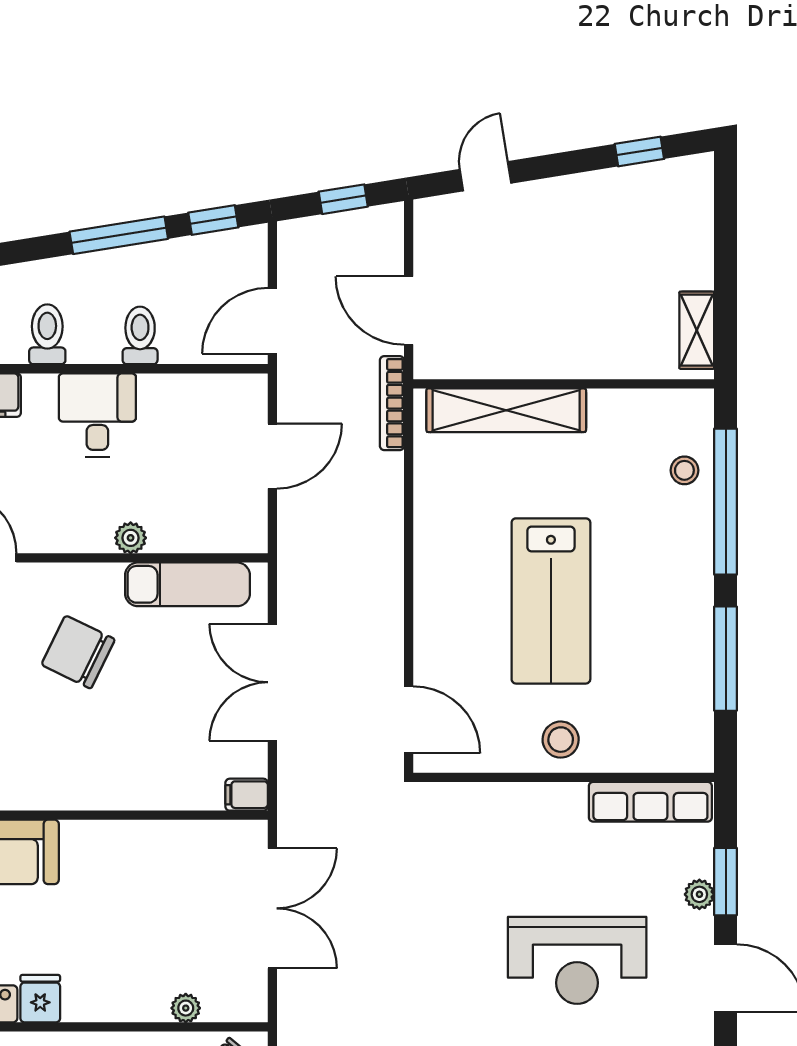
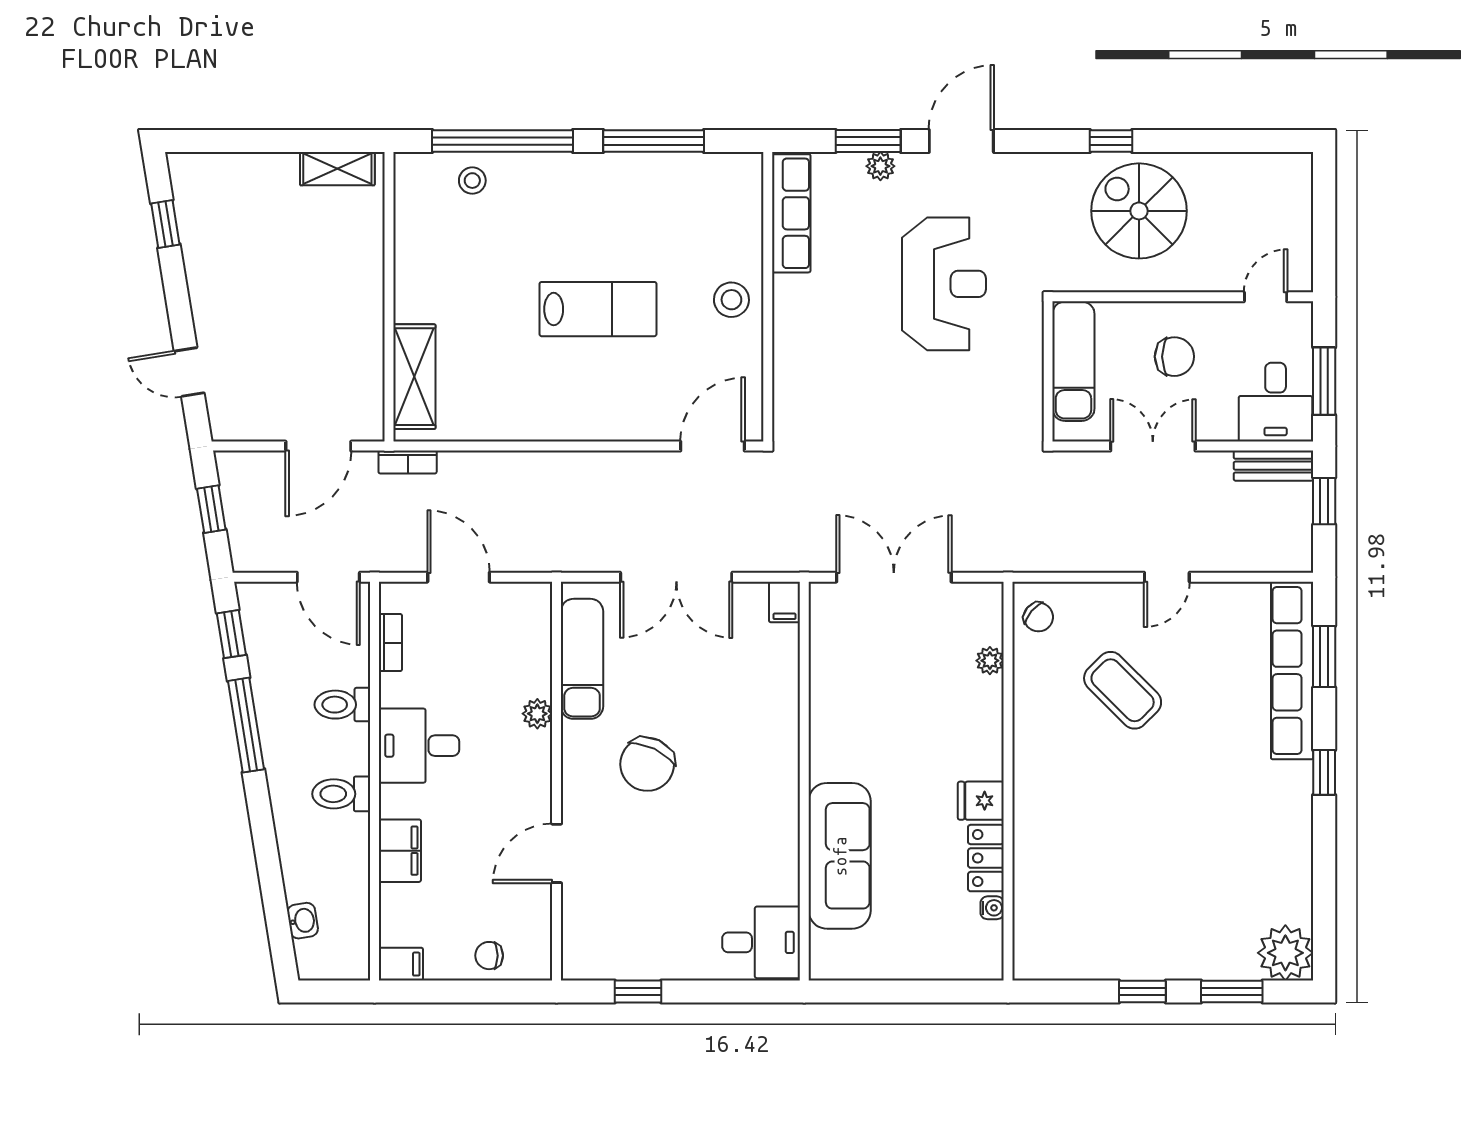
bookcase: (204, 385) -> (390, 643), added
bookcase: (392, 403) -> (408, 462), width x0.64
shelving: (506, 410) -> (414, 377), width x0.68
lab bench: (551, 601) -> (598, 309), width x0.73, depth x0.72

